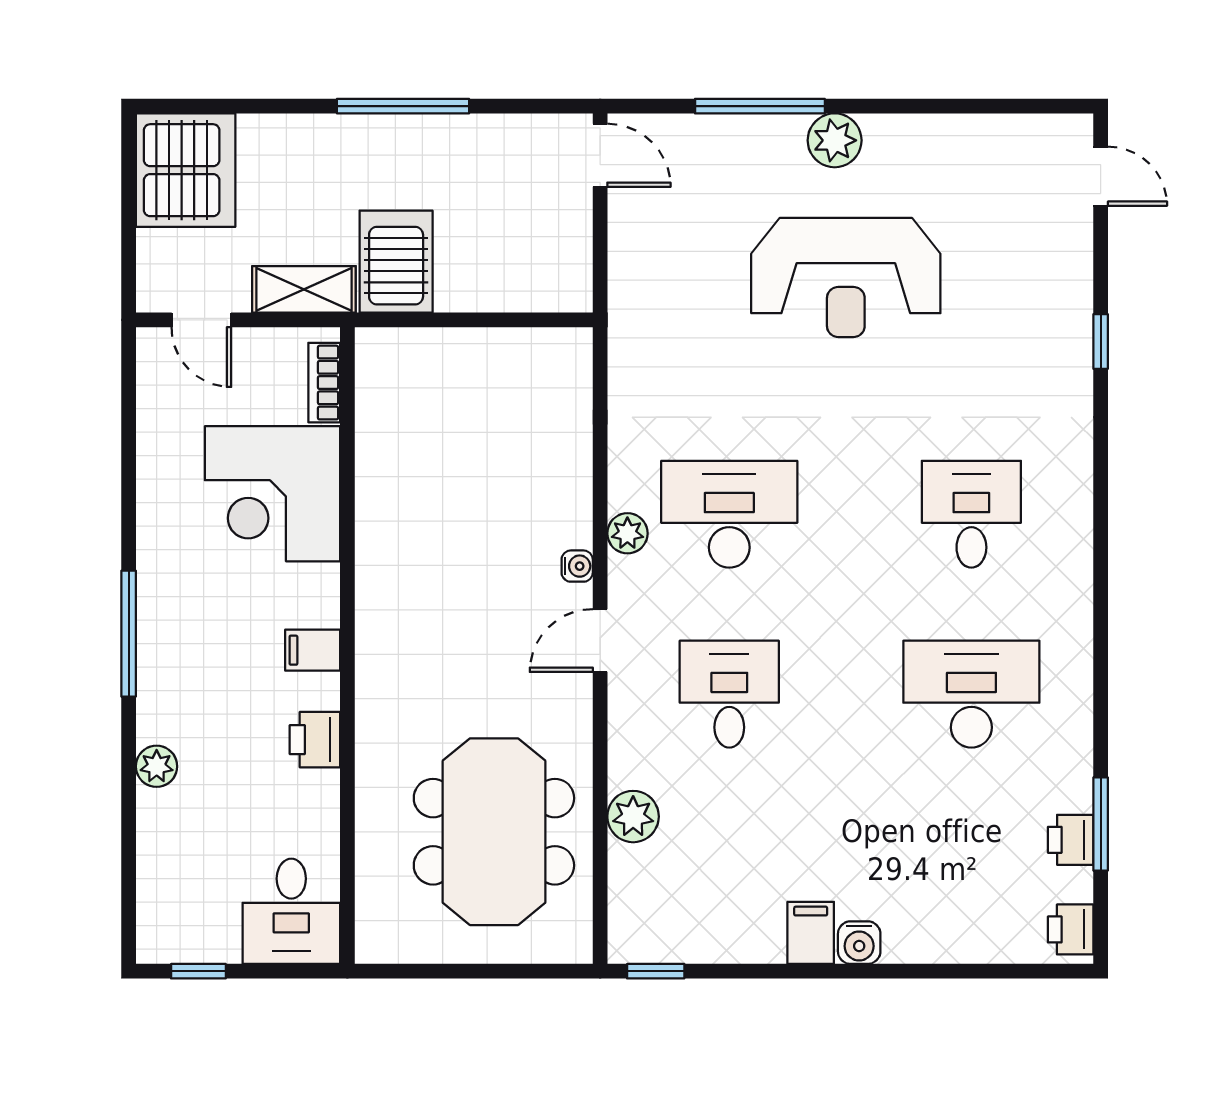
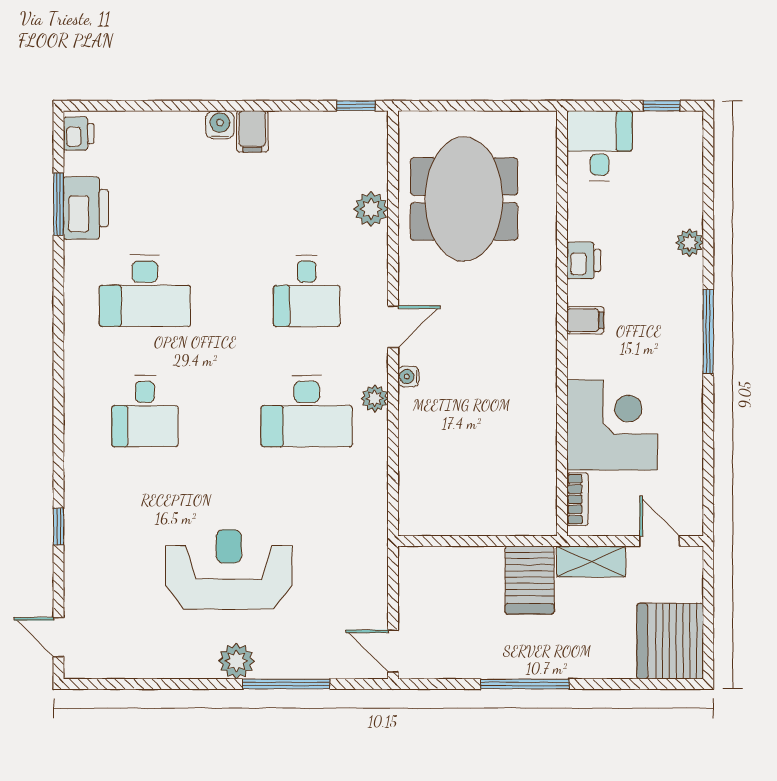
printer: (1071, 840) -> (86, 208), width x1.87, depth x1.48

